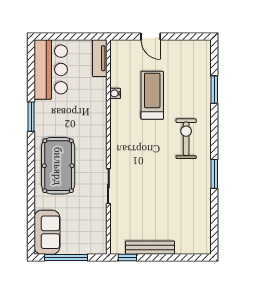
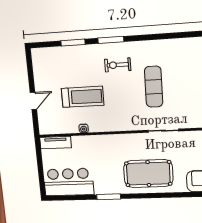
treadmill: (152, 95) -> (83, 97), turned 180
exercise bike: (186, 139) -> (118, 65), width x0.73, depth x0.72
window: (214, 174) -> (111, 40), moved
exercise mat: (159, 178) -> (154, 87), added

